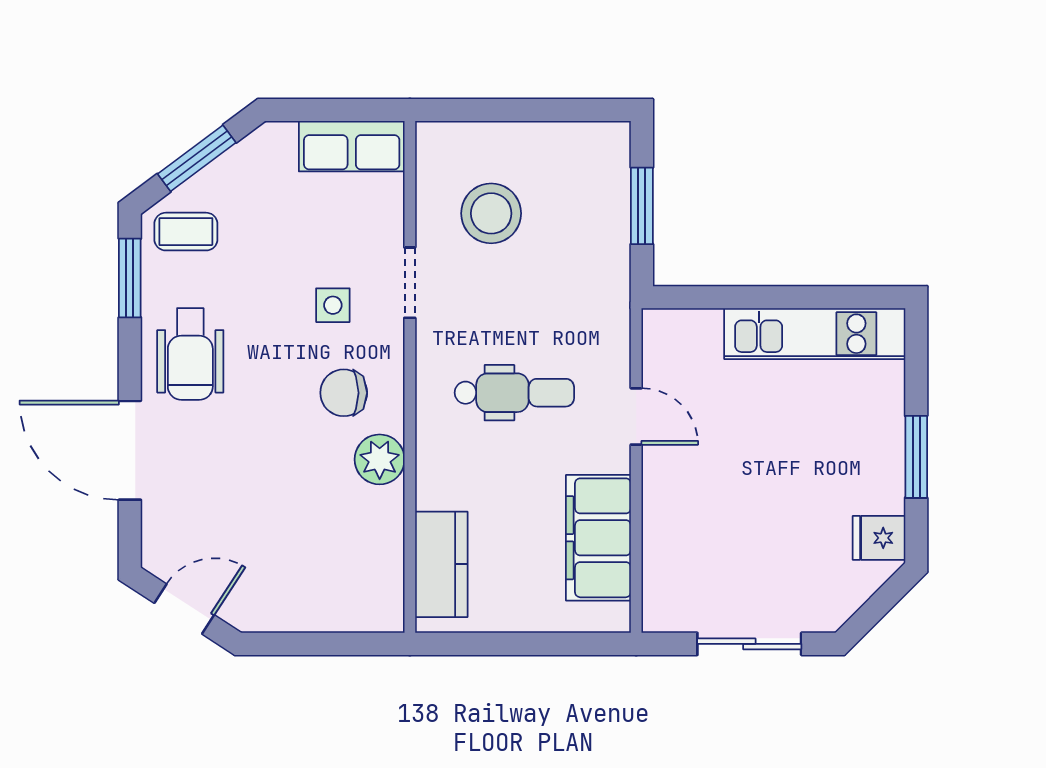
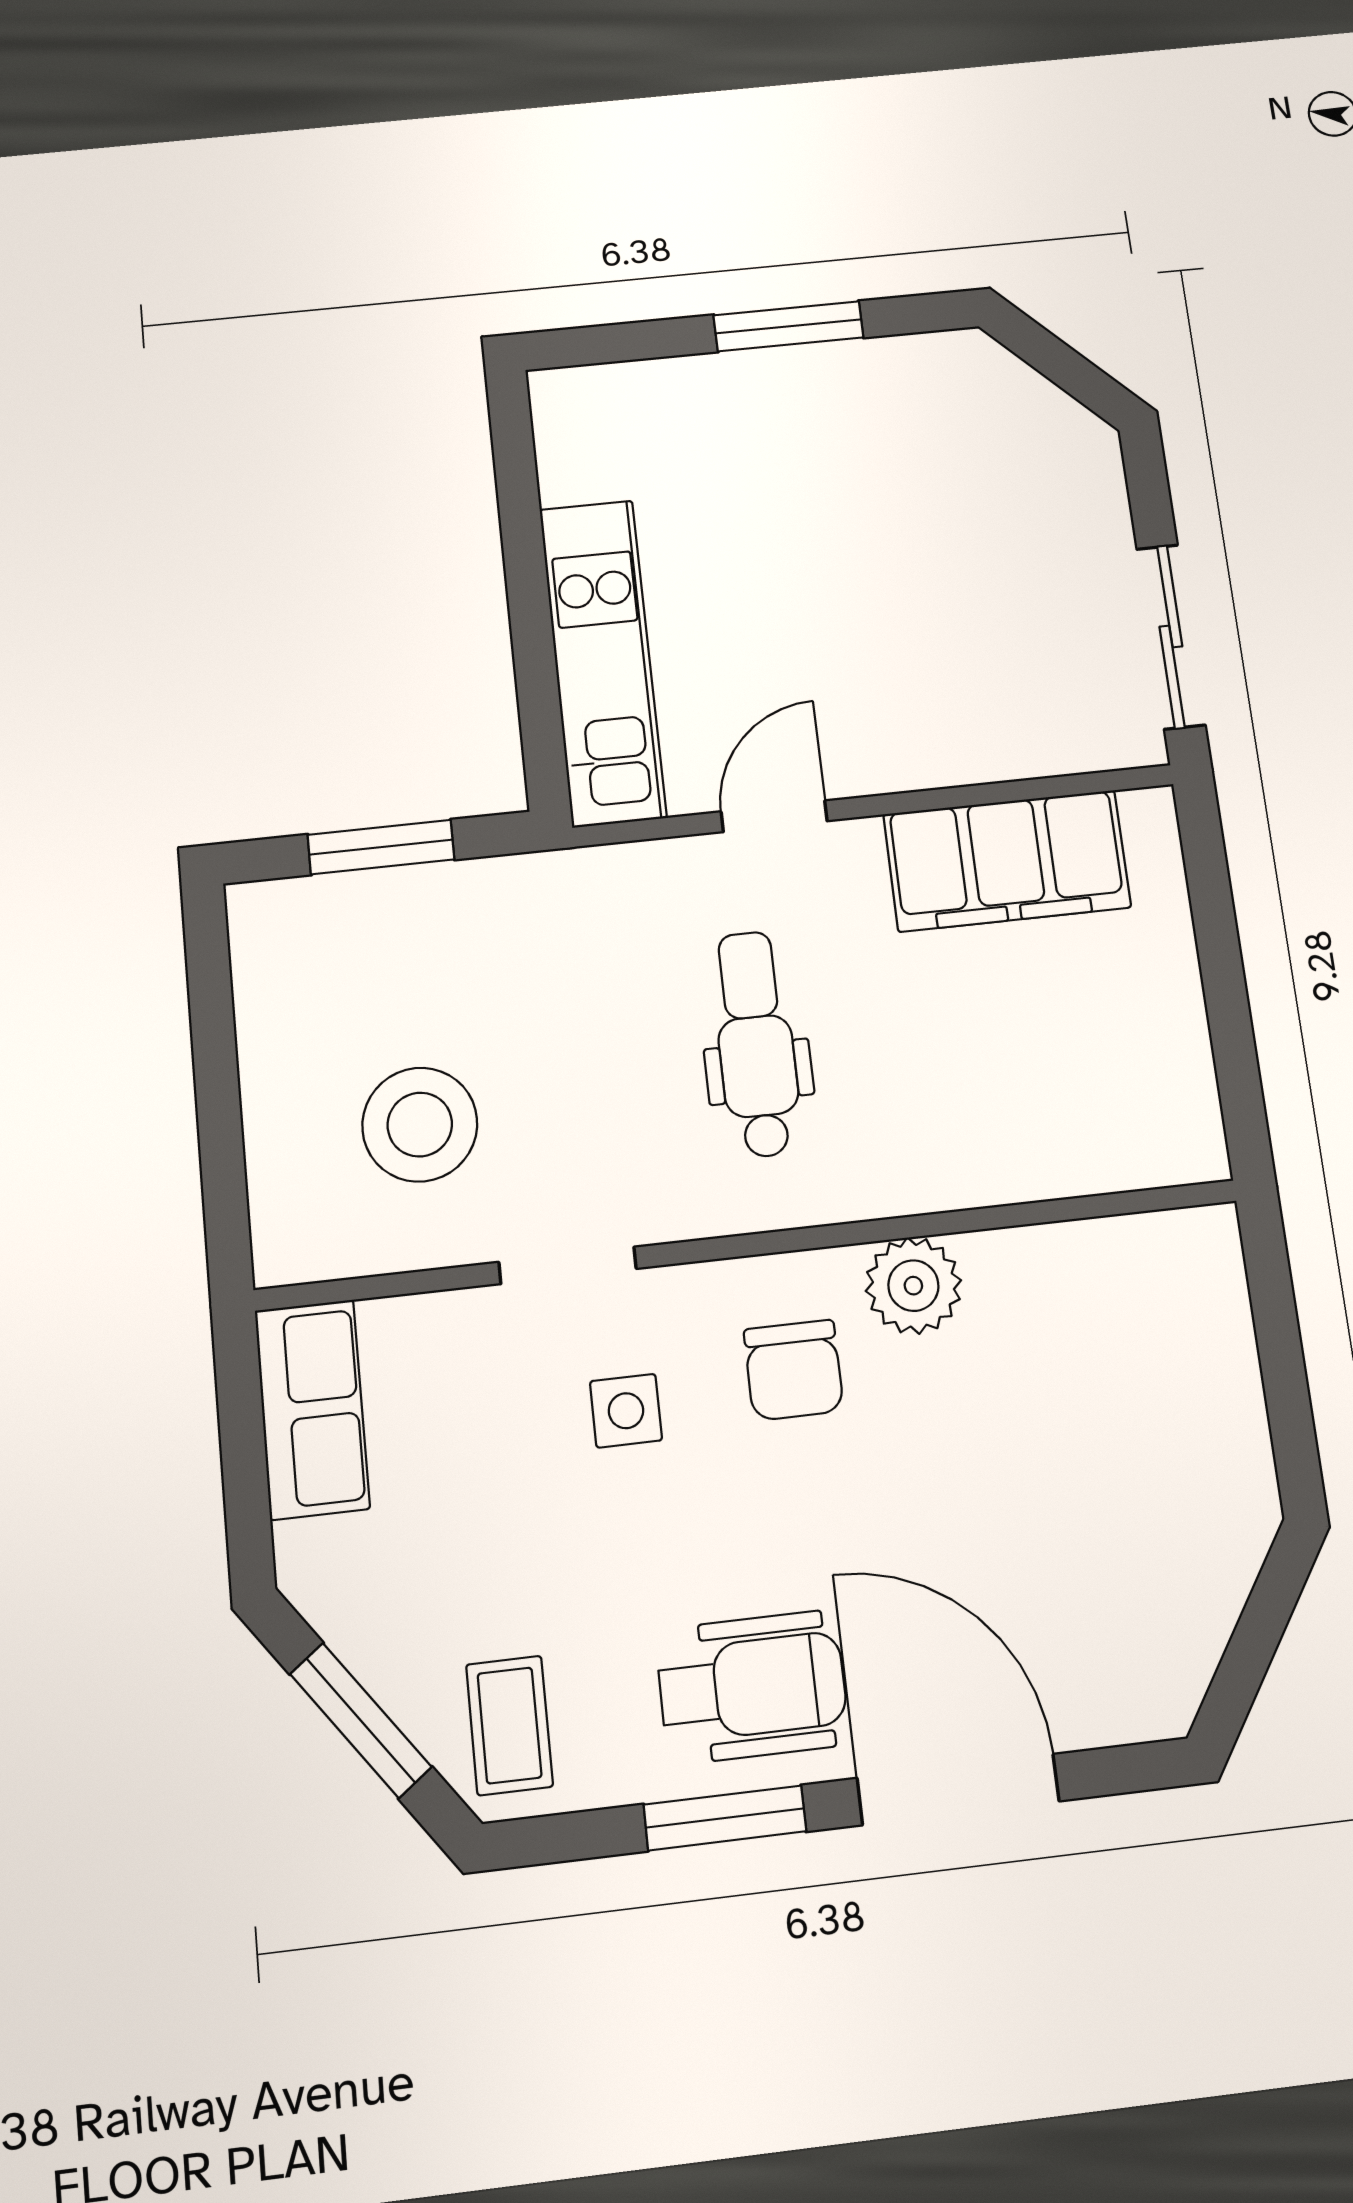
window: (130, 278) -> (725, 1818), moved
kitchen unit: (815, 334) -> (603, 662), moved
door: (130, 450) -> (958, 1790), swing flipped
fridge: (879, 538) -> (940, 374), removed
kitchen counter: (441, 564) -> (1097, 1145), removed
door: (184, 609) -> (1255, 1639), removed
sliding door: (749, 644) -> (1171, 637), moved

